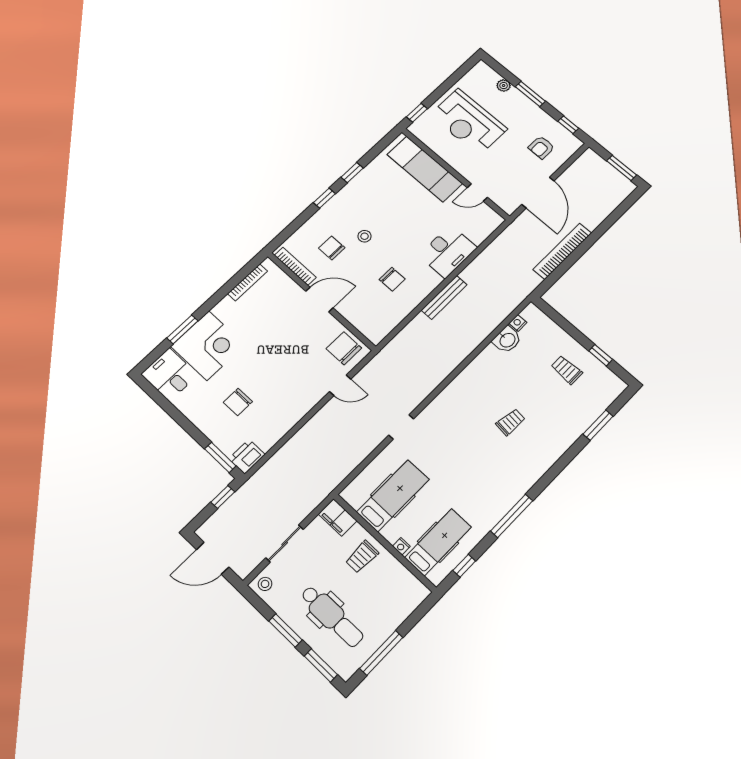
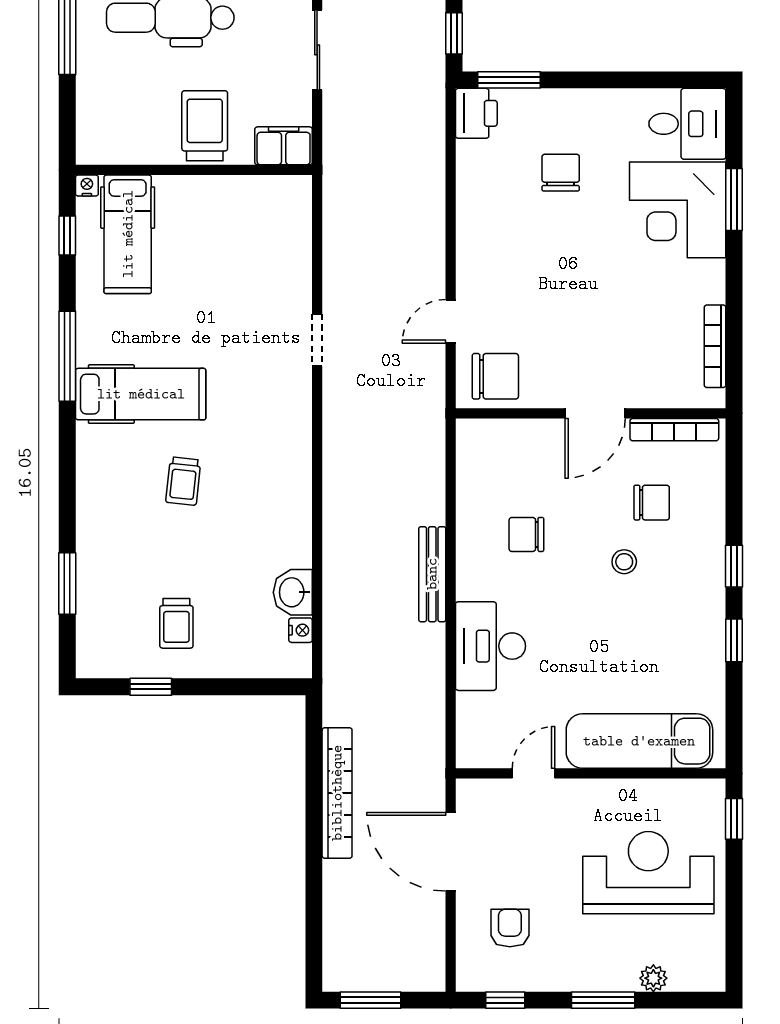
trolley: (567, 370) -> (176, 623), turned 90
hospital bed: (393, 496) -> (141, 394), moved, turned -90
nightstand: (401, 546) -> (87, 186), moved
trolley: (362, 557) -> (205, 126), width x1.36, depth x1.39

